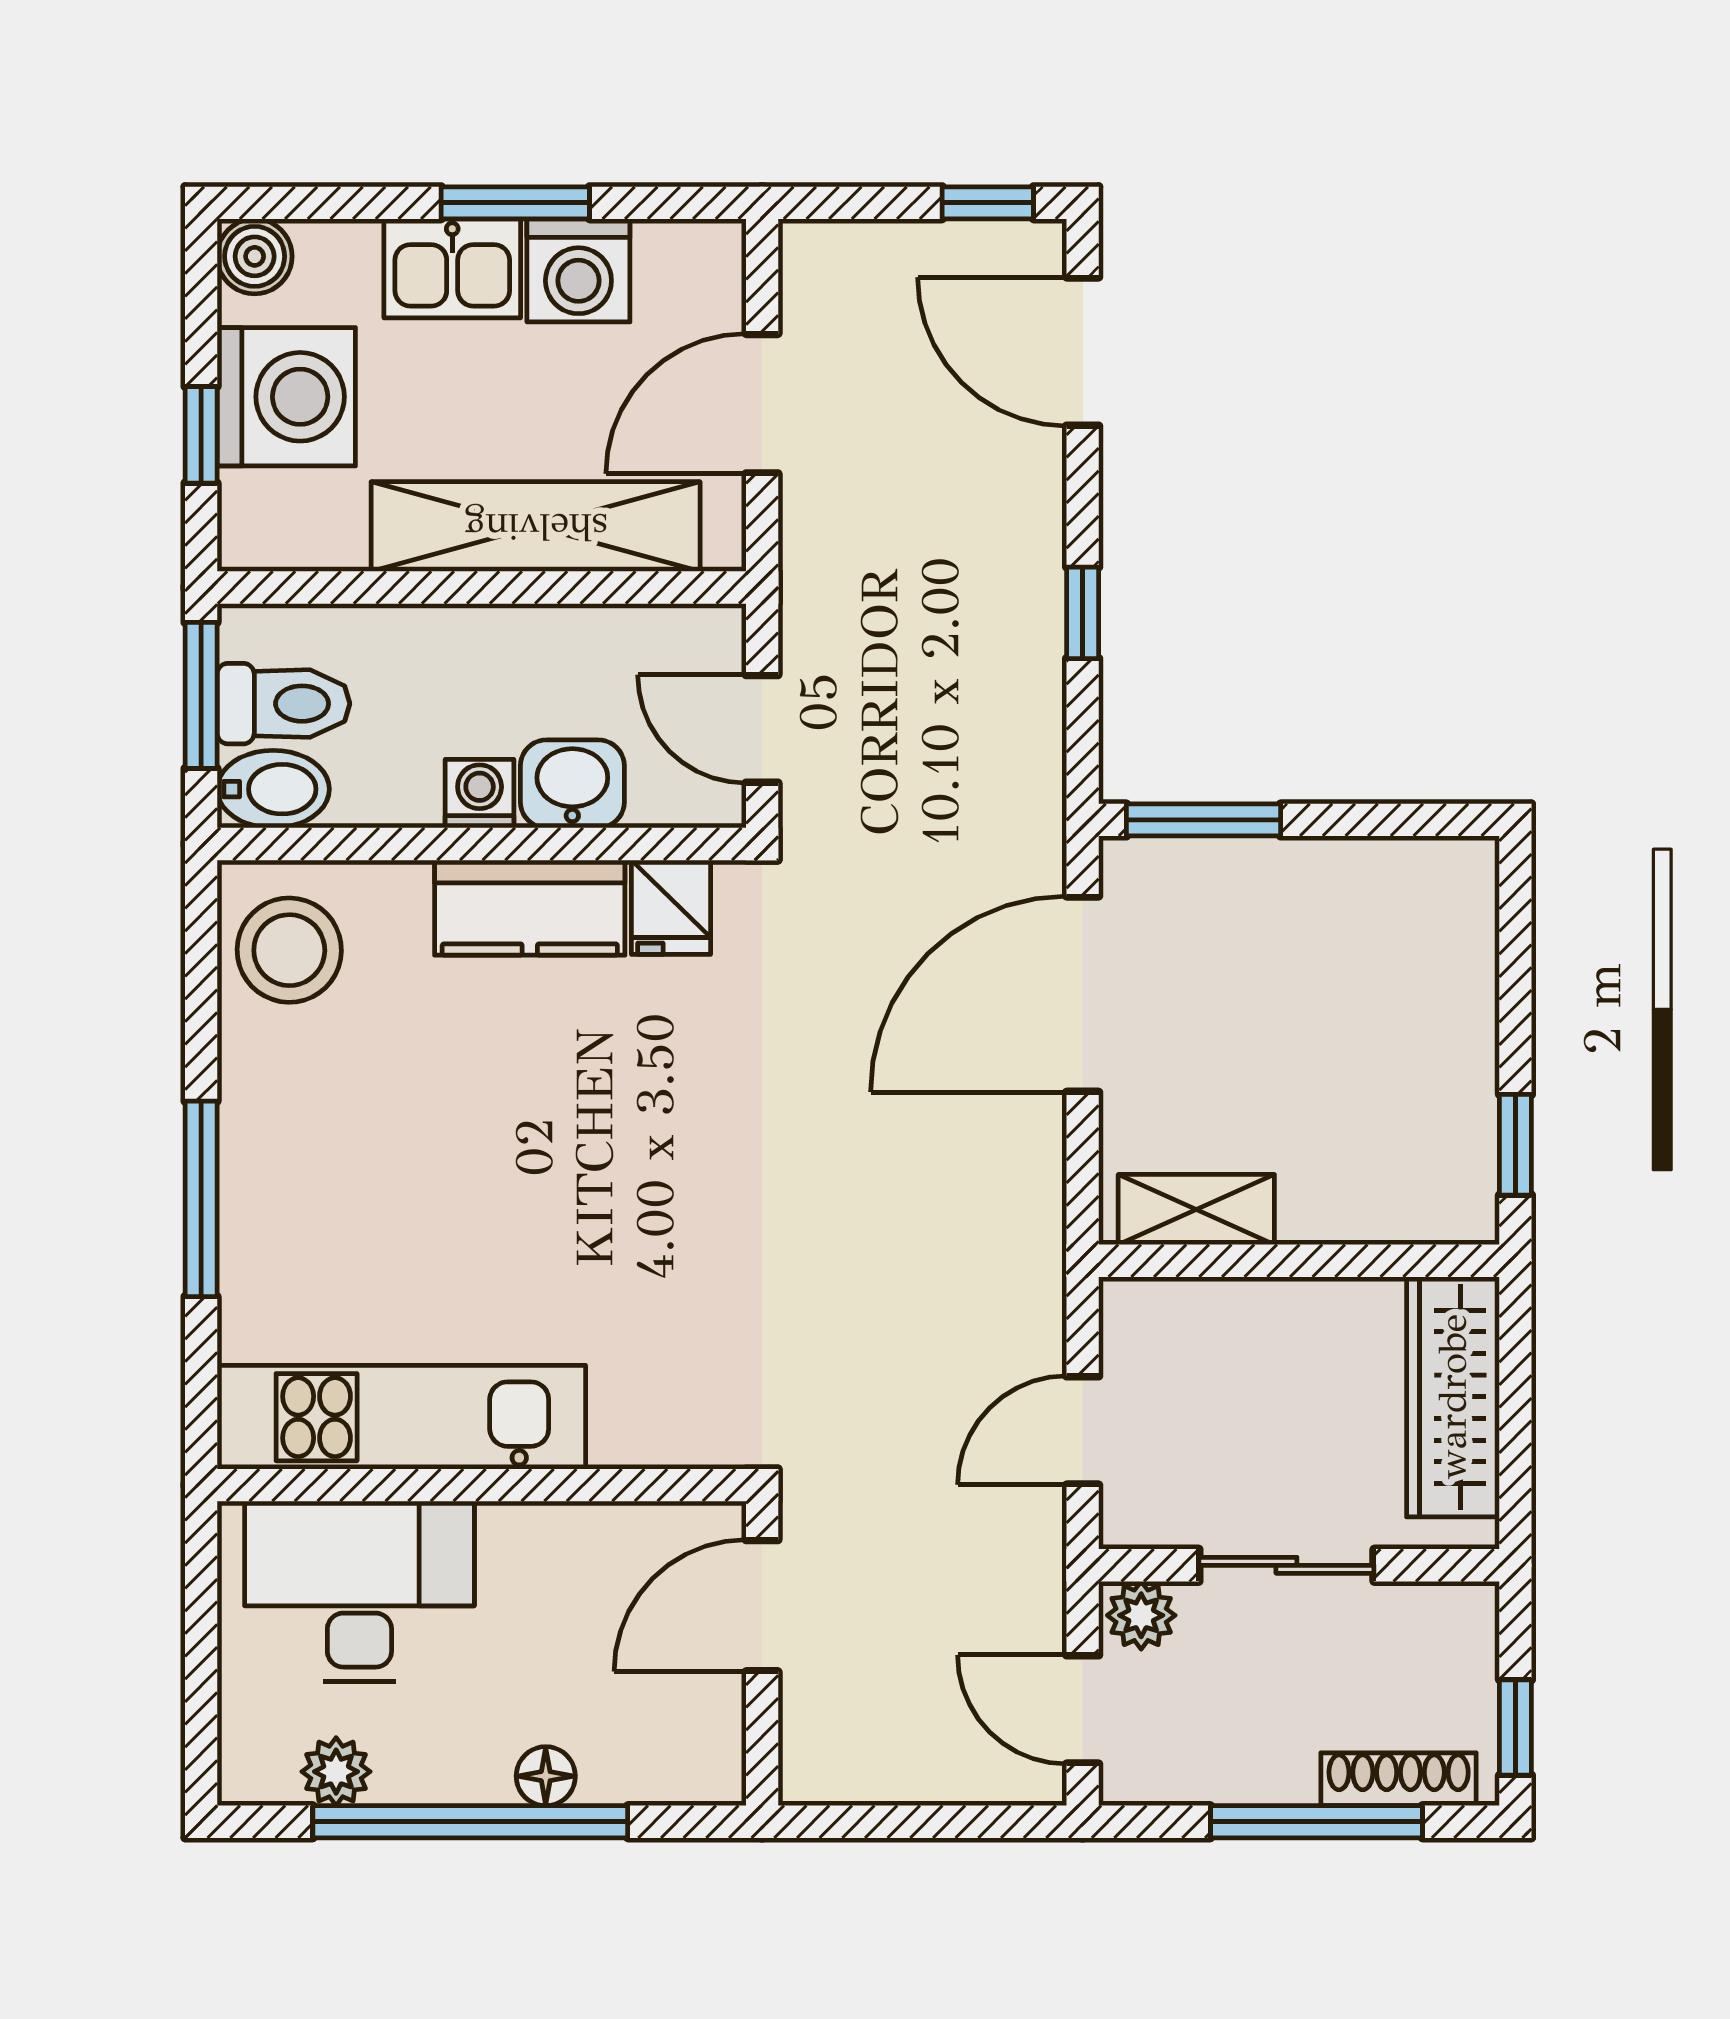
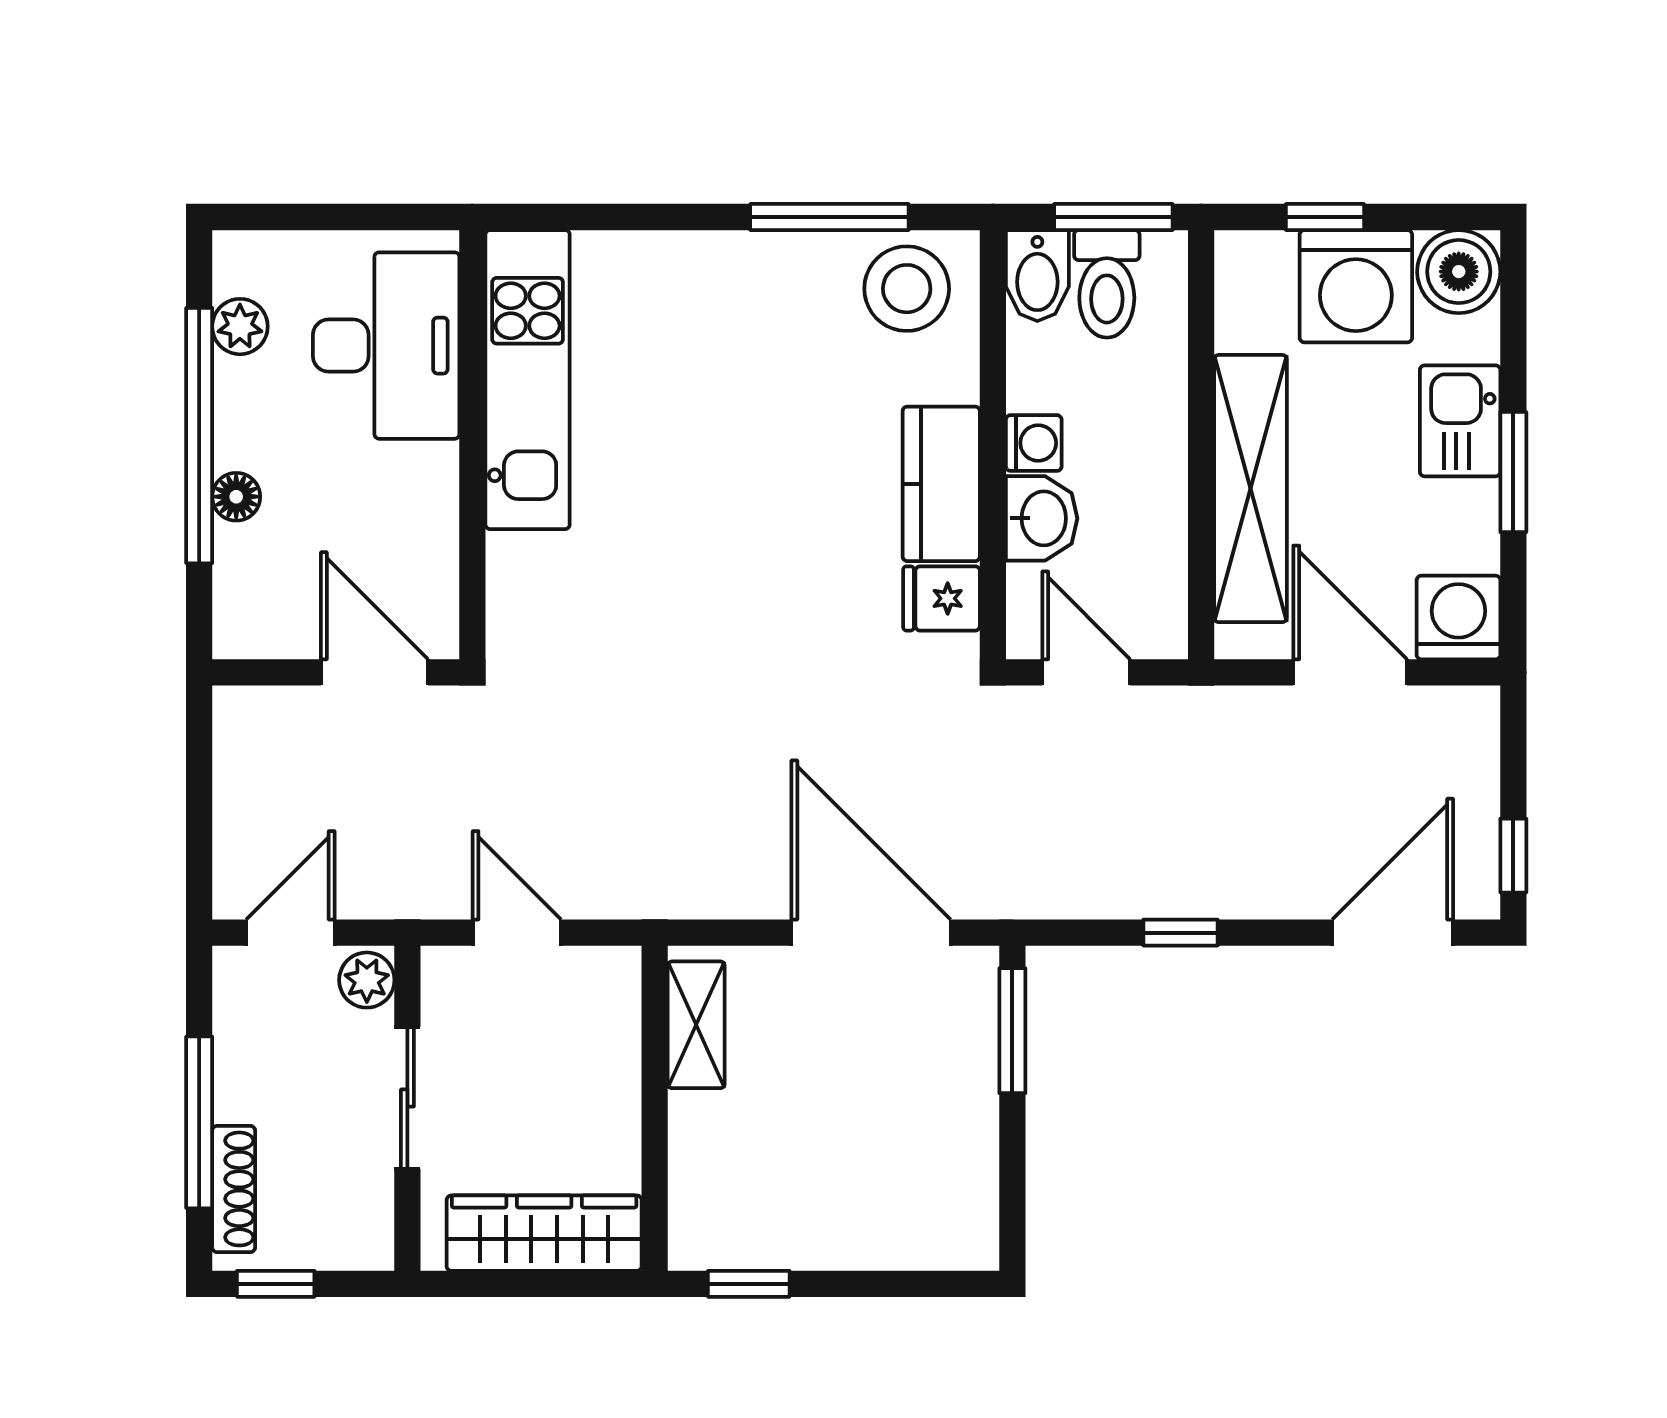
boiler: (255, 256) -> (1459, 272), width x1.36, depth x1.36
washing machine: (578, 270) -> (1458, 618), moved, turned 90
door: (762, 729) -> (1086, 672), hinge flipped
window: (201, 1199) -> (829, 217), moved

